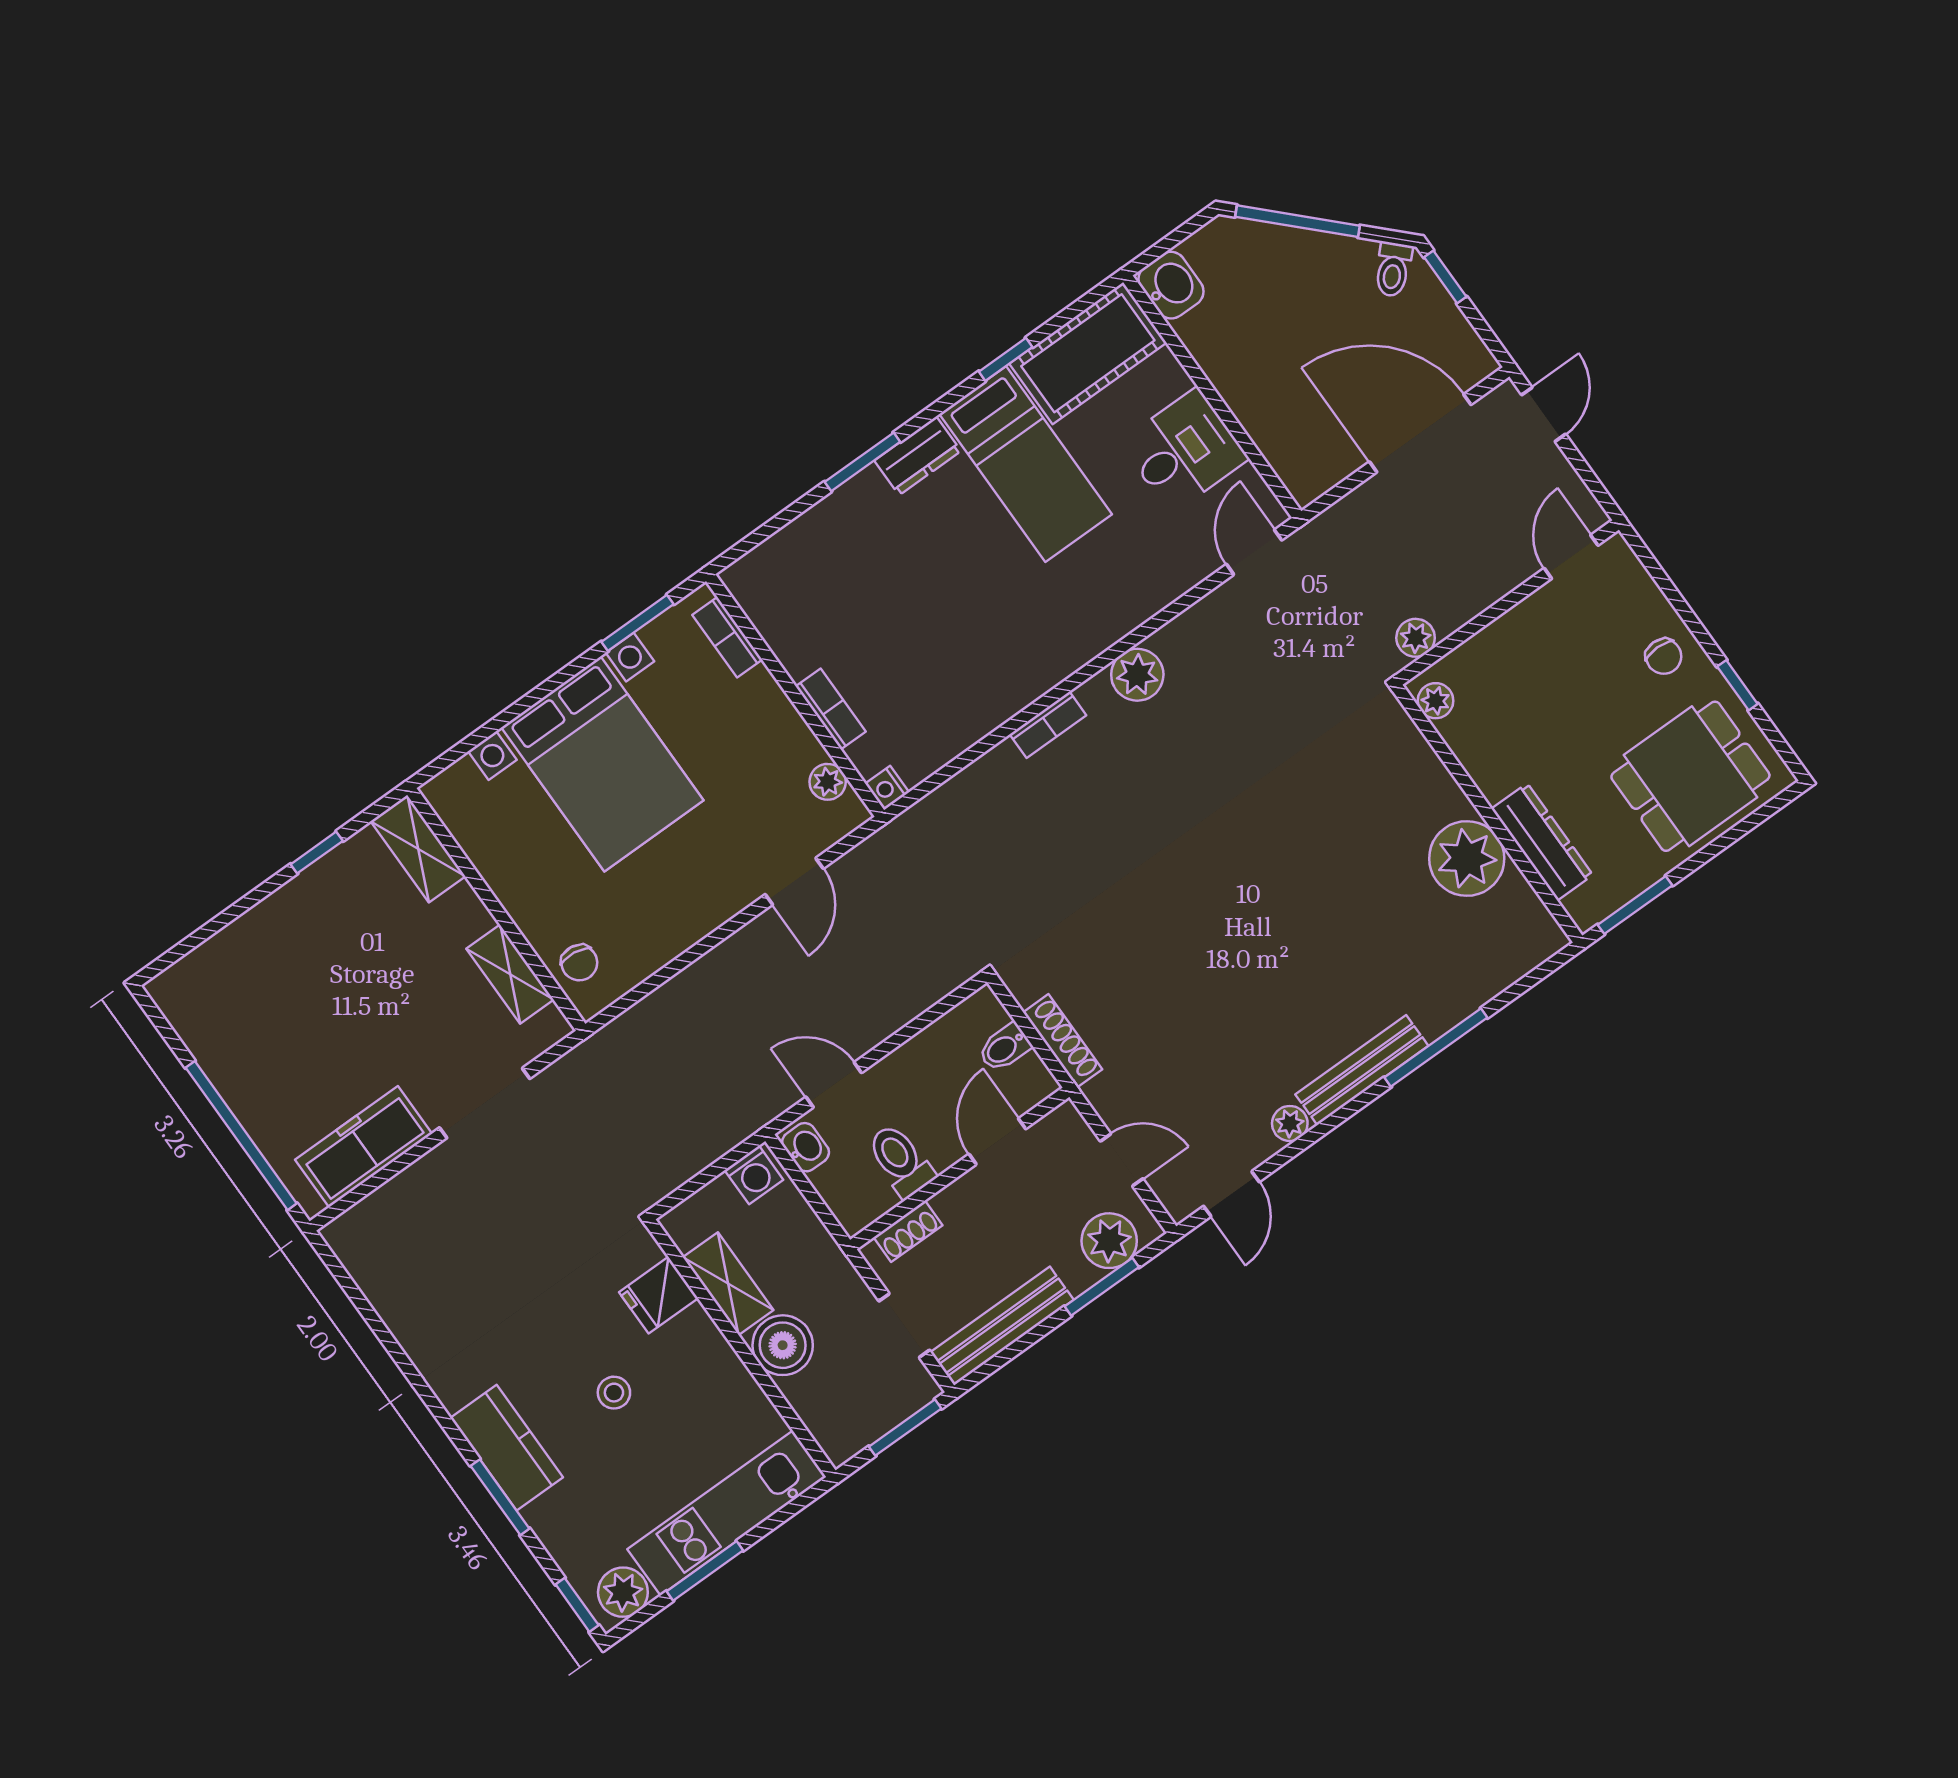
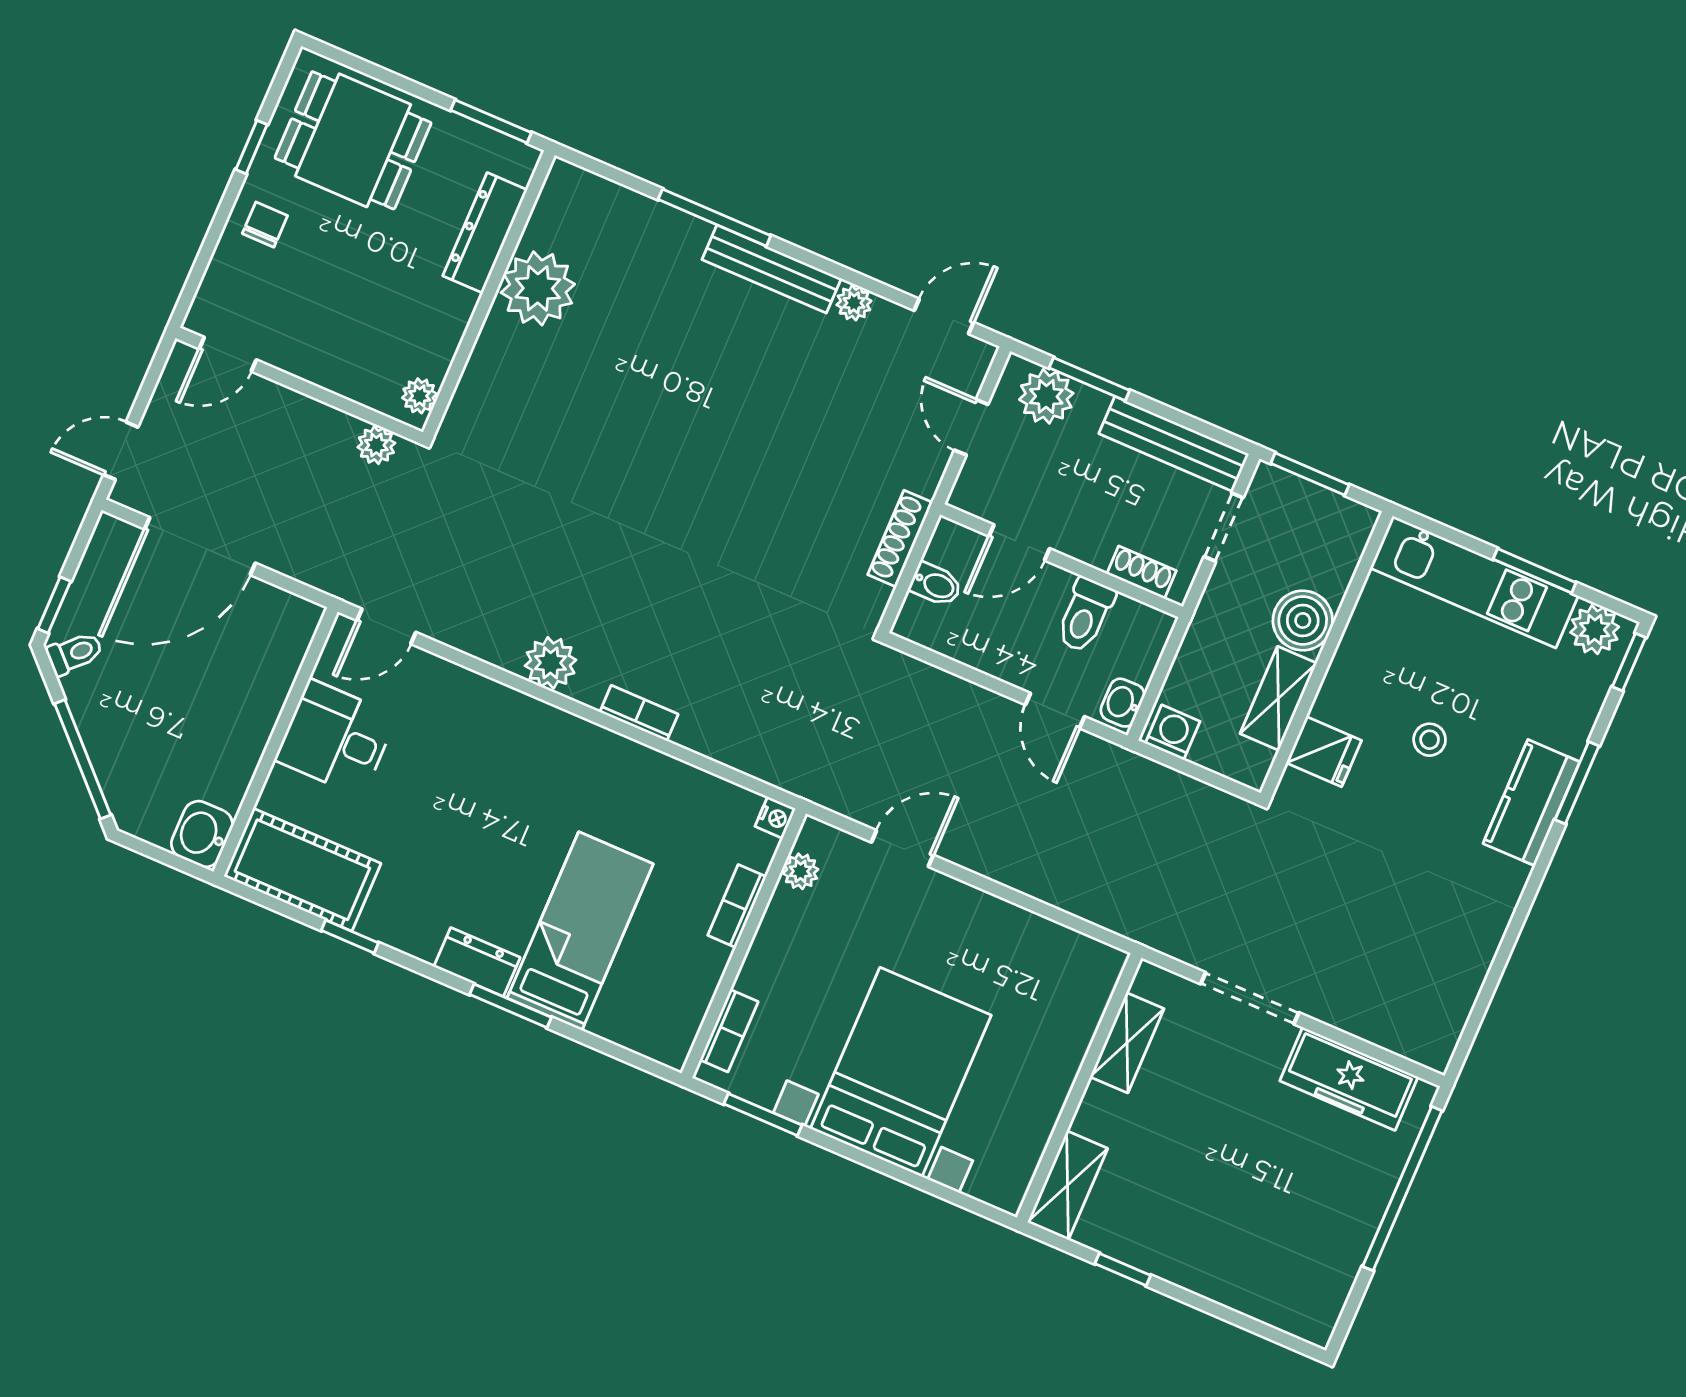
door: (1420, 433) -> (200, 546), hinge flipped
bed: (1026, 464) -> (580, 931), moved
chair: (579, 963) -> (1082, 990), removed

